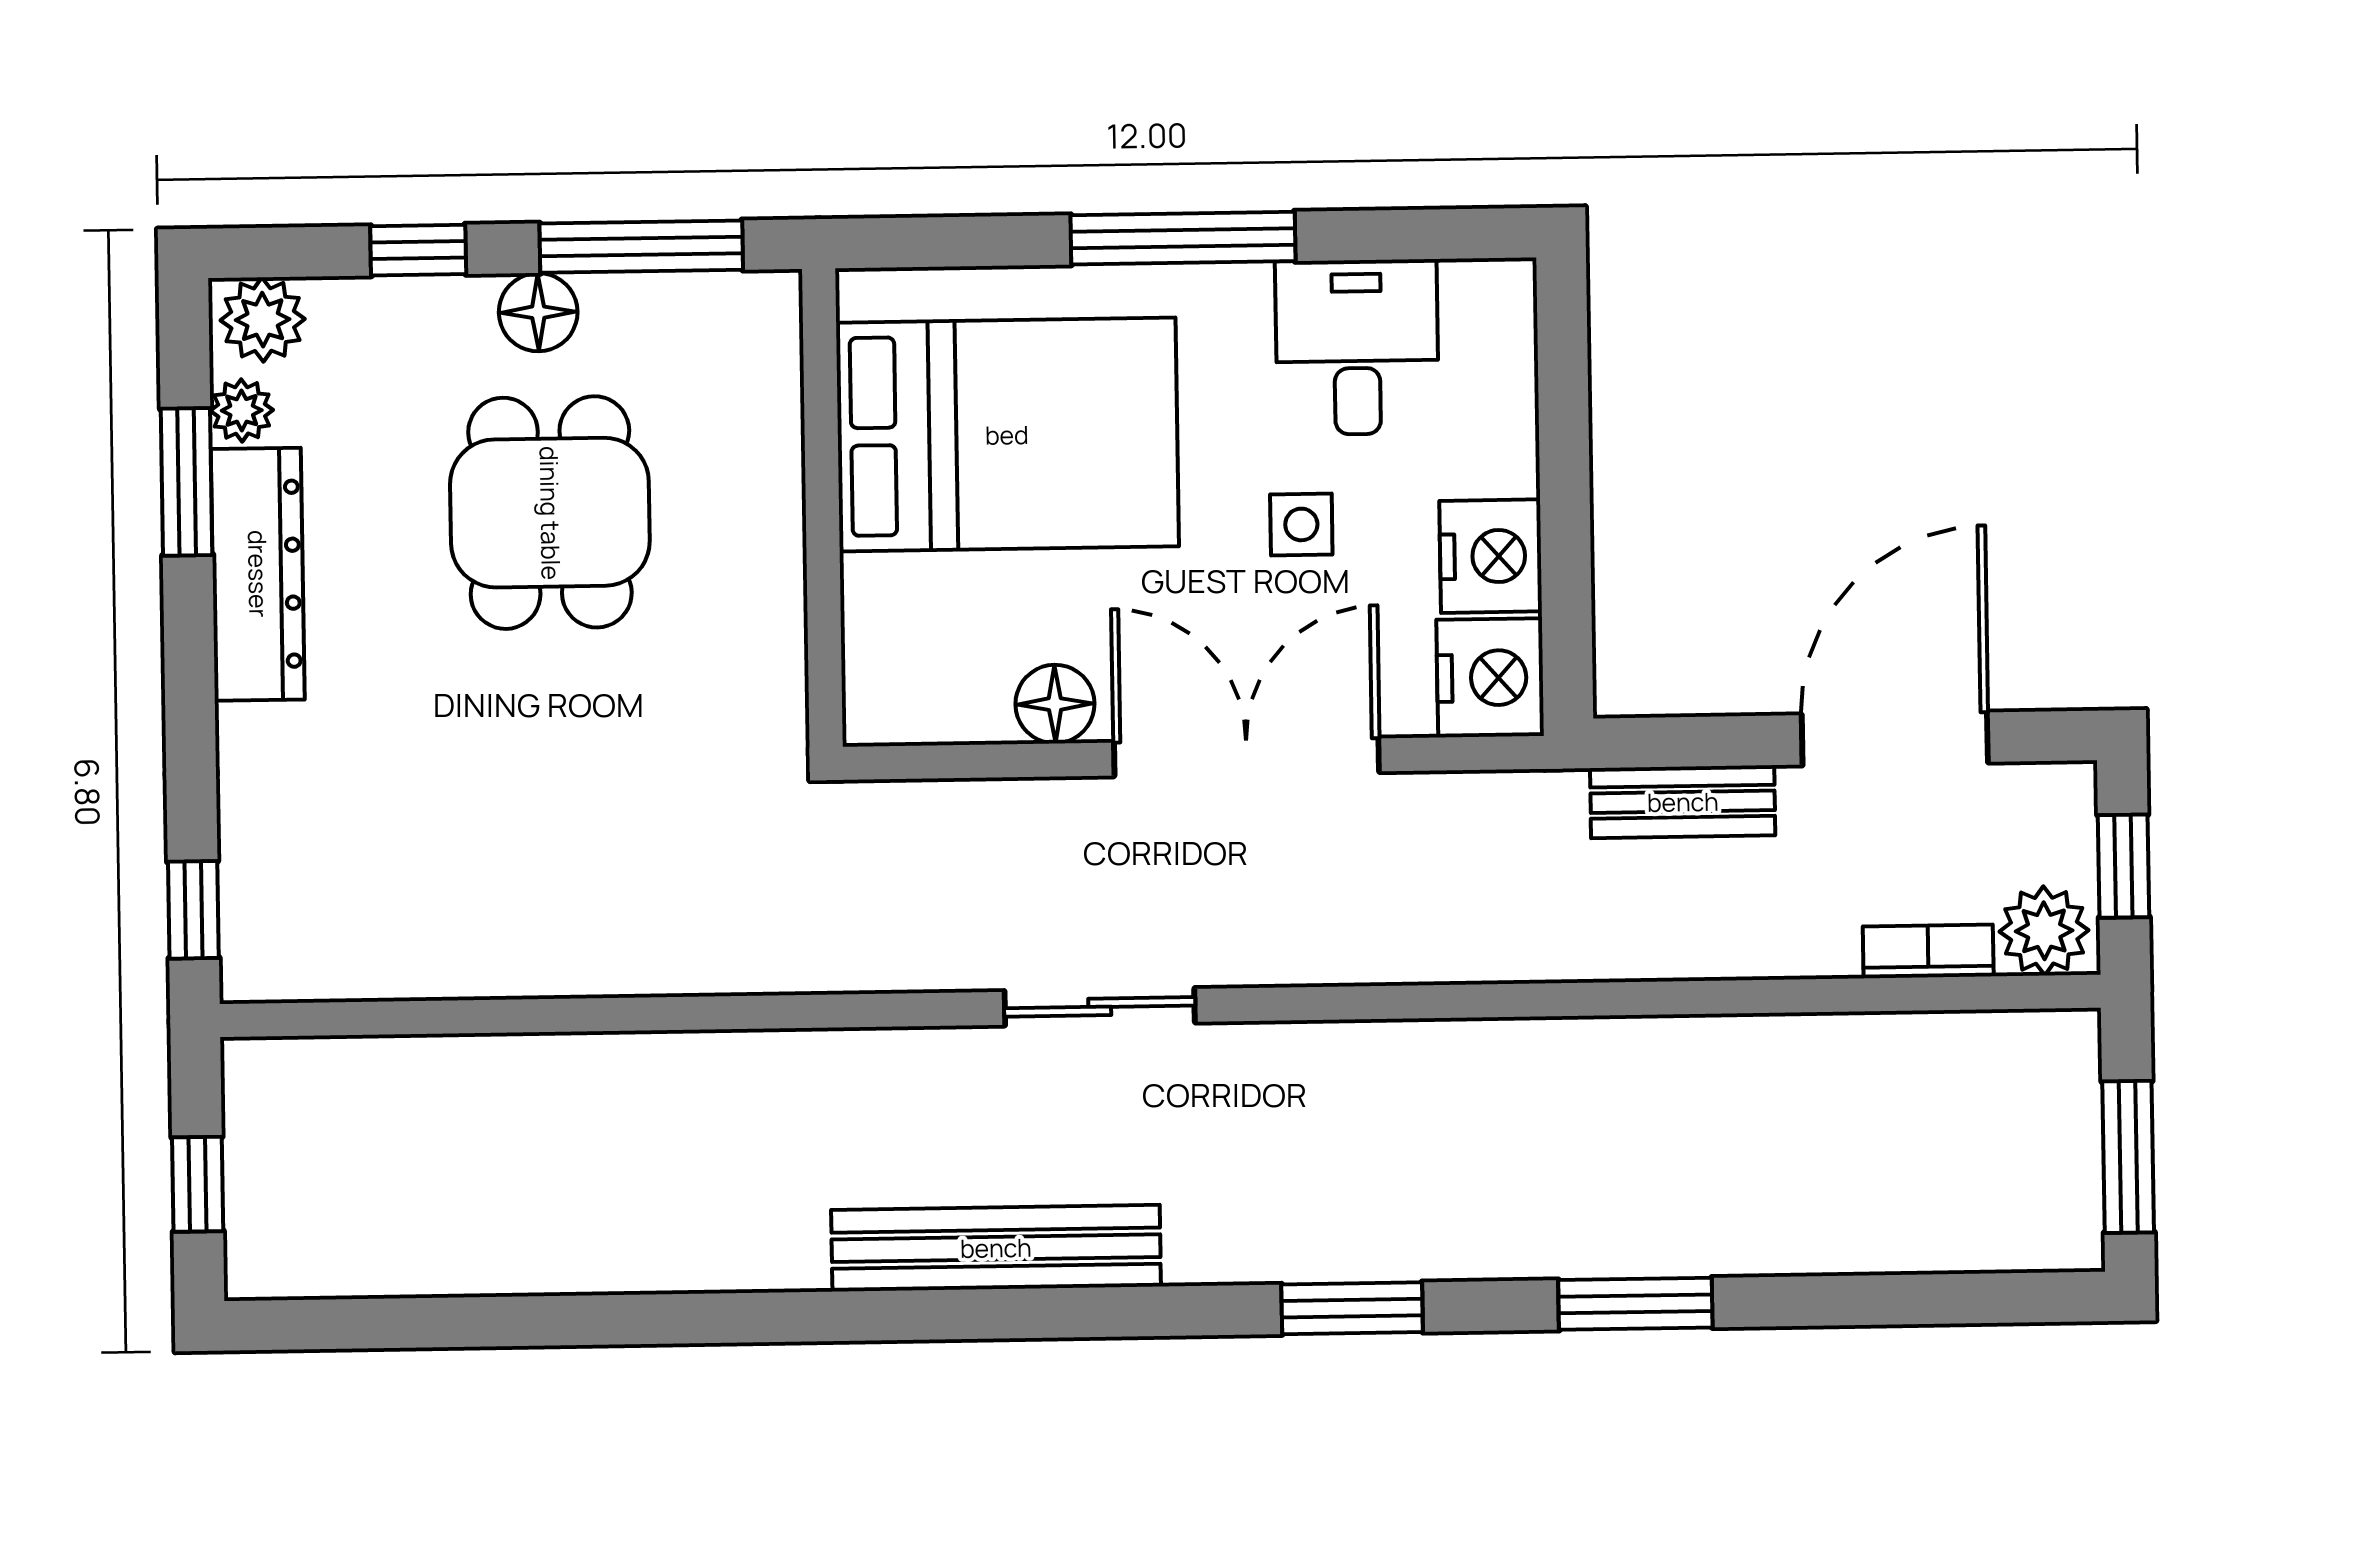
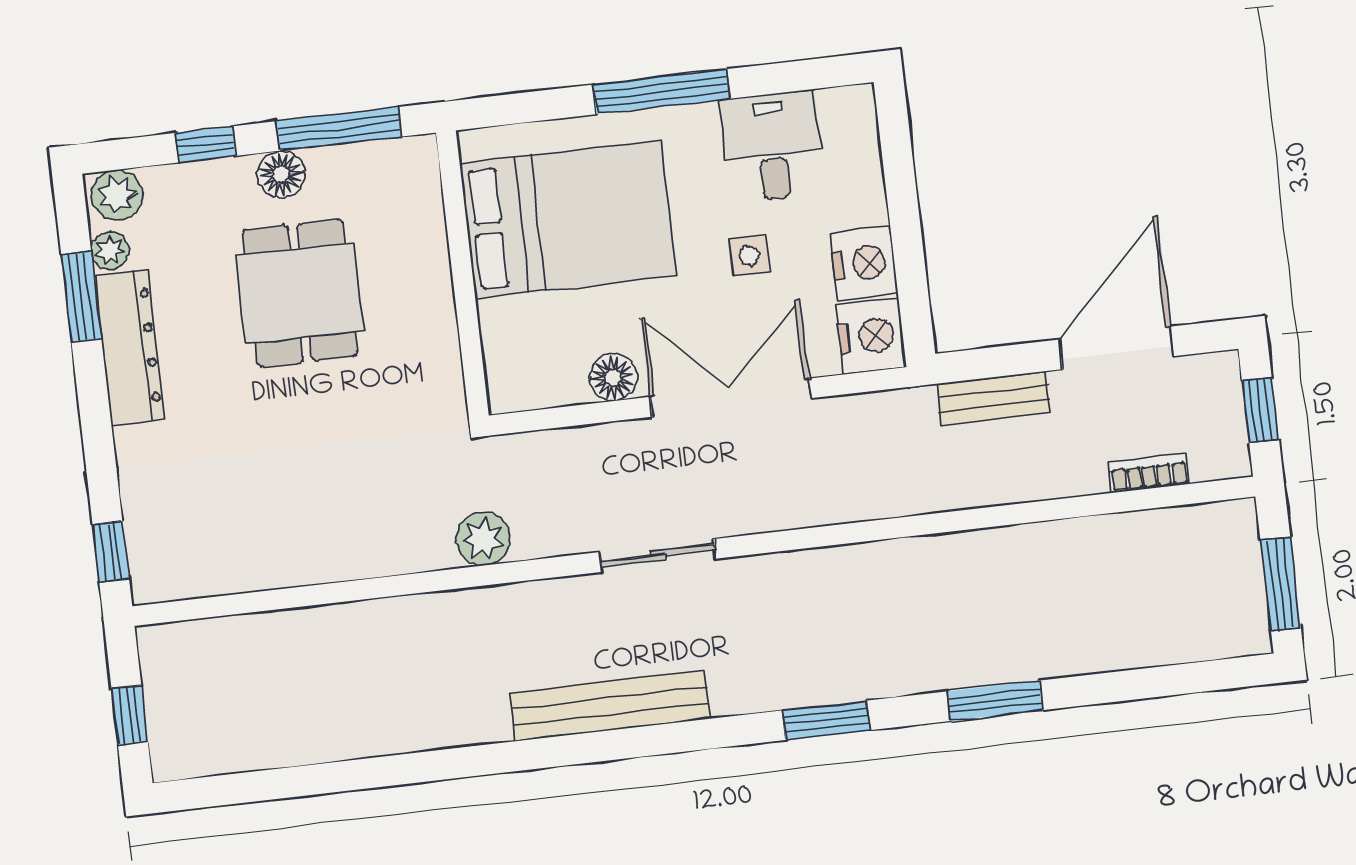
plant: (2044, 931) -> (483, 539), moved

